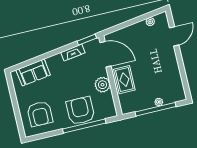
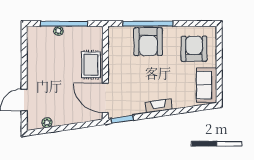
fireplace: (73, 53) -> (159, 106), moved
sofa: (33, 73) -> (207, 85), moved, turned -82
plant: (102, 85) -> (117, 65), removed

